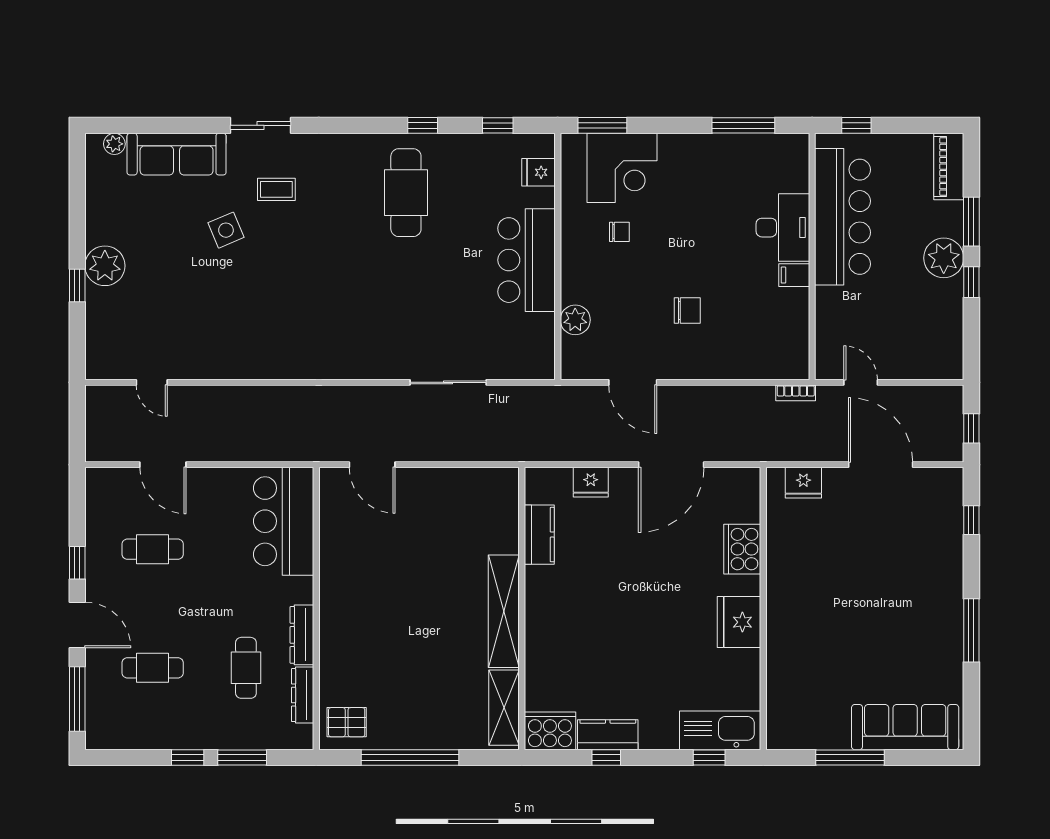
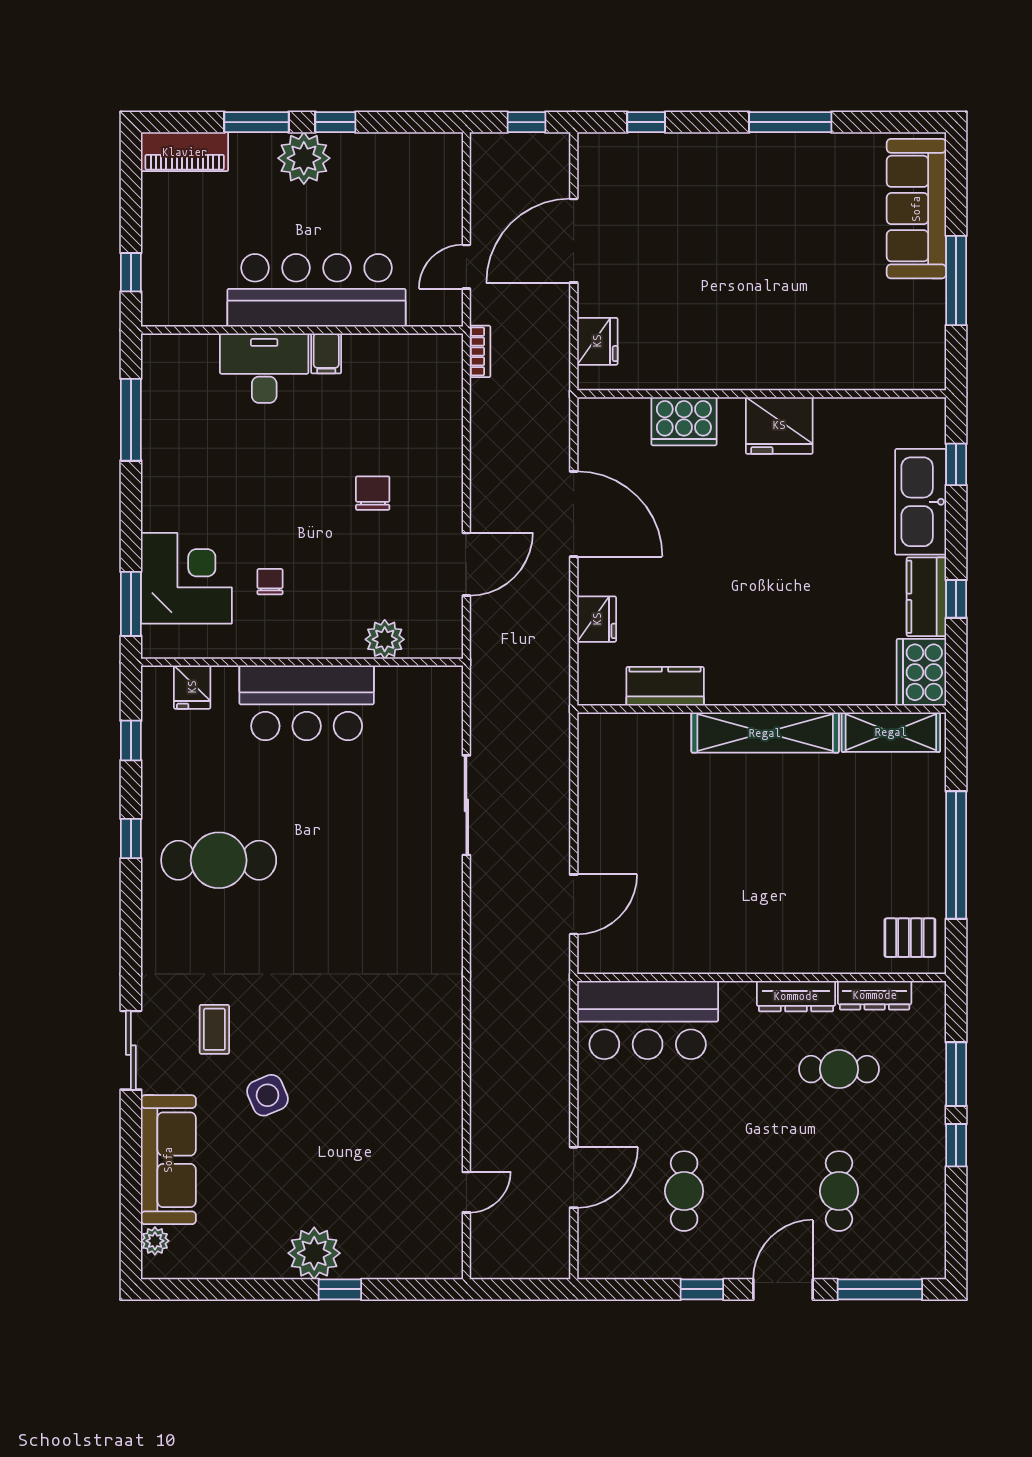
bar counter: (842, 217) -> (317, 290), moved
pallet: (347, 722) -> (910, 938), turned 90
kitchen sink: (720, 730) -> (921, 502), moved

